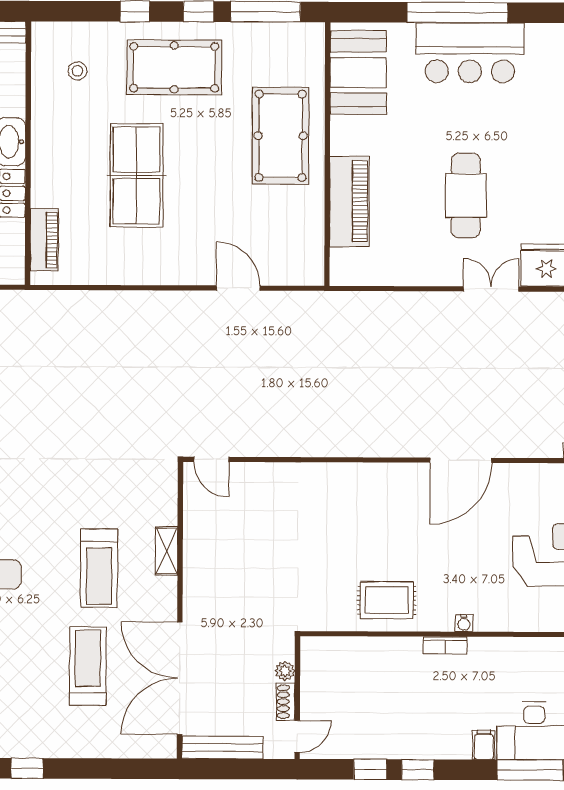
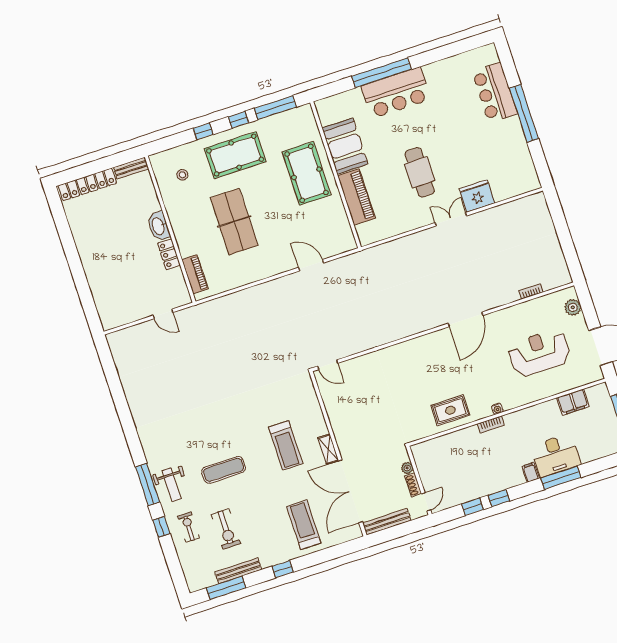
booth: (358, 72) -> (345, 146), moved
shelving: (167, 551) -> (328, 449), moved
treadmill: (88, 666) -> (304, 525), moved

